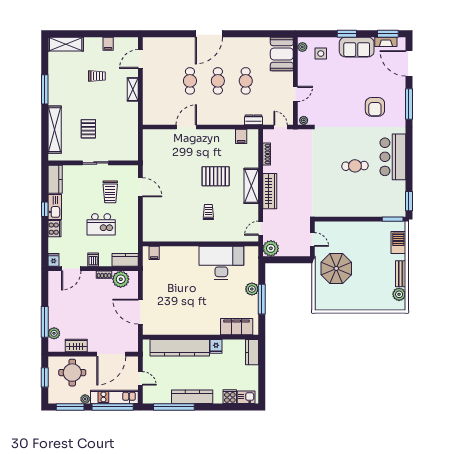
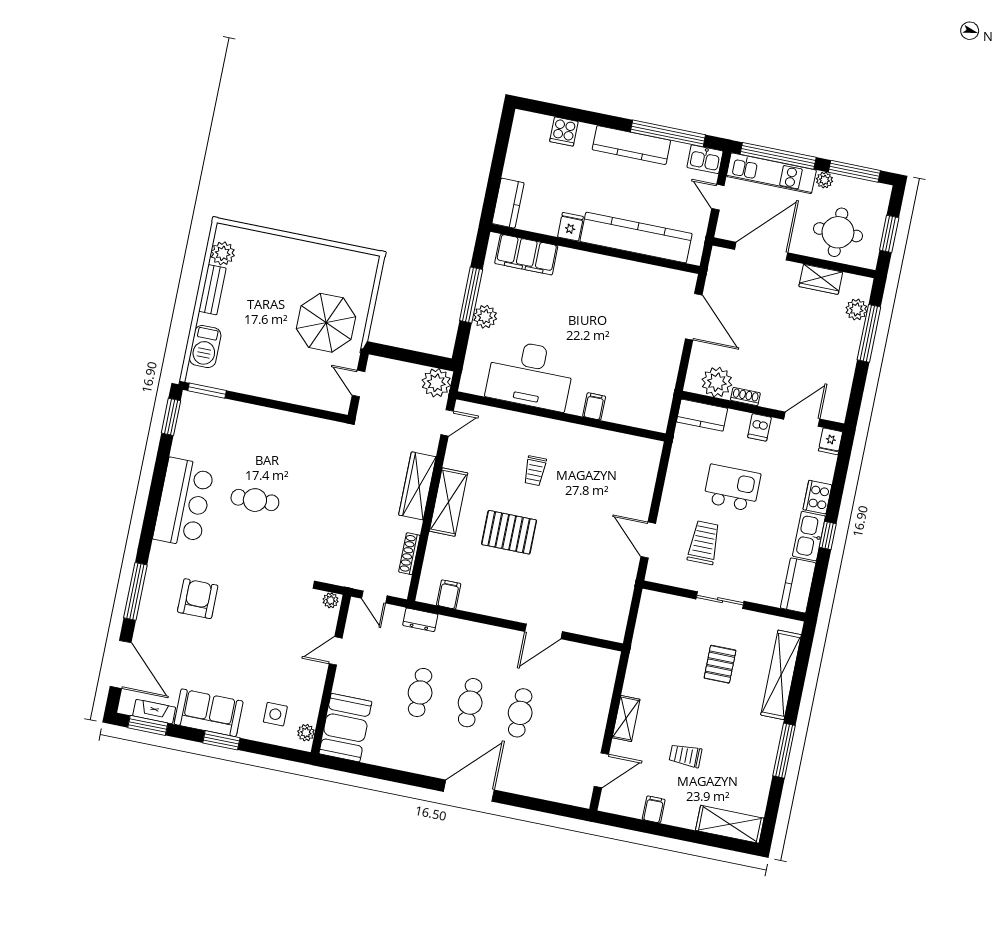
filing cabinet: (154, 253) -> (594, 406), moved
kitchen sink: (246, 397) -> (705, 159), moved

